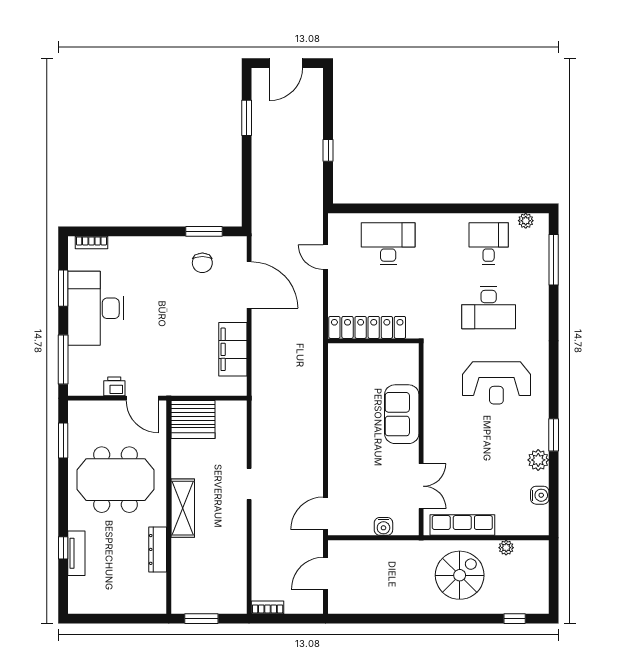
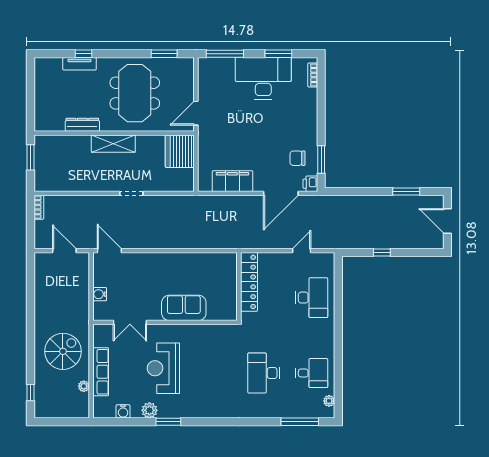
reception desk: (496, 383) -> (163, 368), moved
printer: (114, 386) -> (310, 184), moved, turned 180
row of seats: (462, 525) -> (101, 372), moved
spiral stairs: (460, 575) -> (63, 351), turned -90

